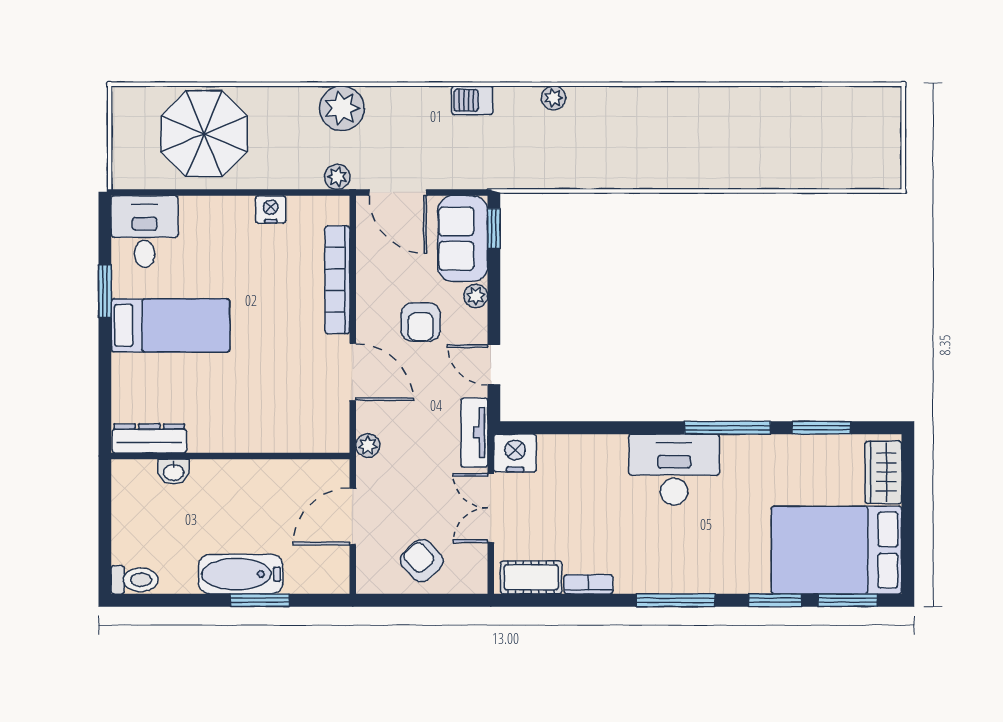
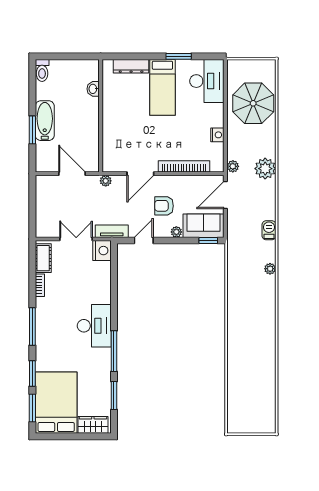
desk: (145, 232) -> (207, 81), width x1.37
dresser: (149, 438) -> (131, 66), moved, turned 90
armchair: (422, 561) -> (51, 206), removed

